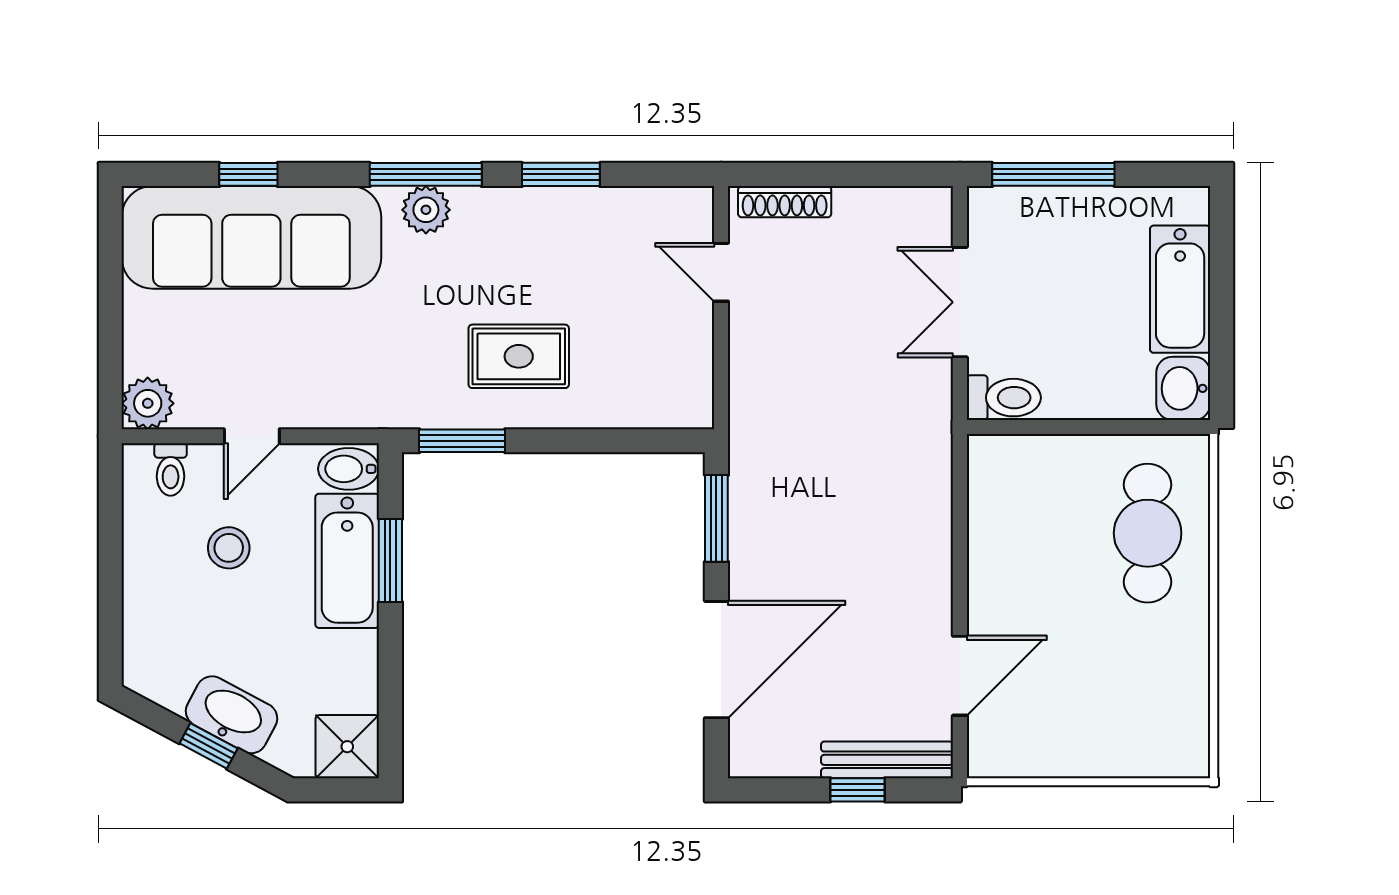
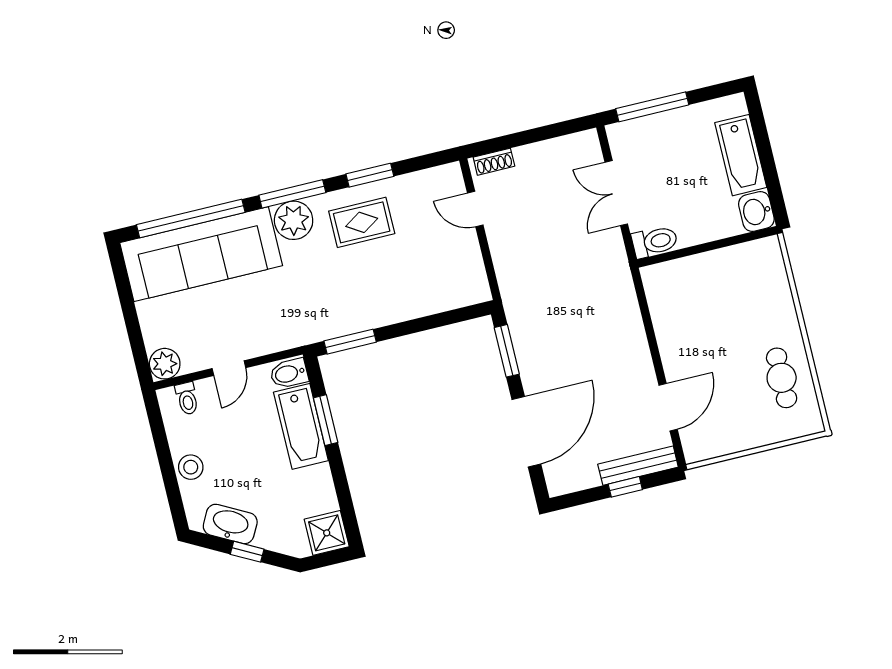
window: (248, 174) -> (191, 218), width x3.17
shoe rack: (785, 202) -> (494, 162), width x0.70
plant: (426, 210) -> (294, 220), width x1.36, depth x1.36
rug: (519, 356) -> (362, 222), moved
cafe table: (1148, 533) -> (782, 378), moved, width x0.73, depth x0.74
stool: (229, 548) -> (191, 467), moved
washbasin: (232, 715) -> (230, 524), moved

